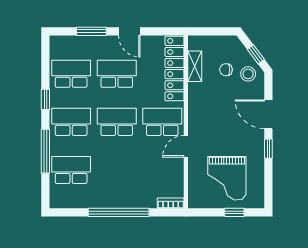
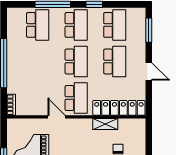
window: (91, 31) -> (149, 30), moved
door: (129, 31) -> (149, 72), swing flipped
shelving: (195, 66) -> (105, 124), moved

